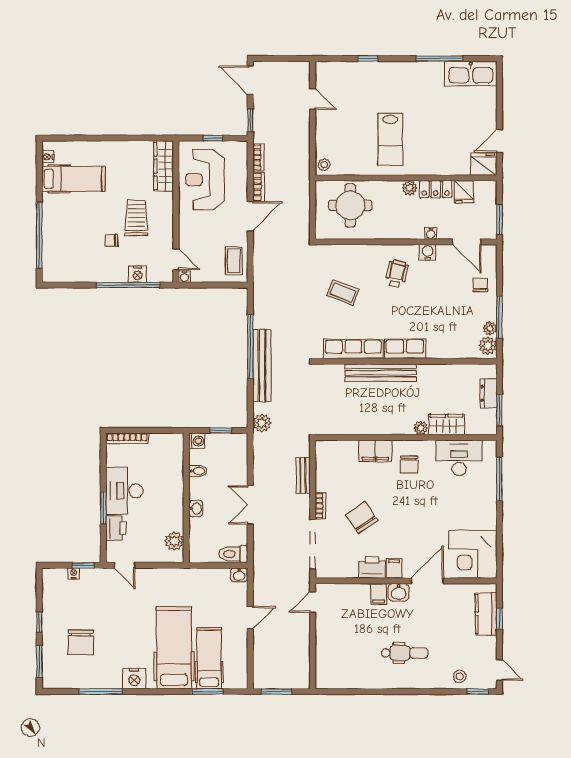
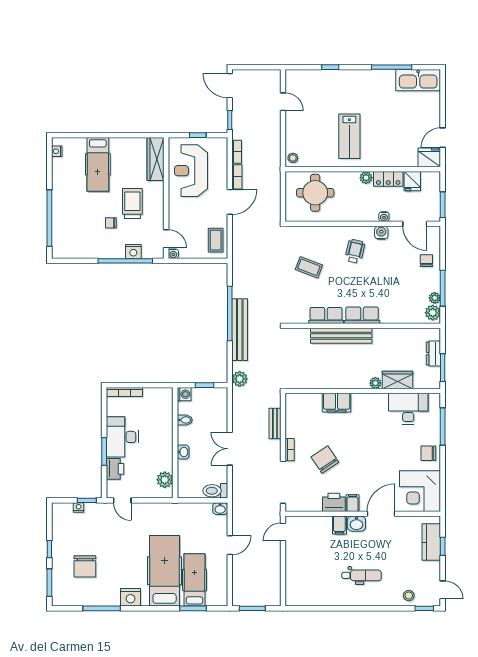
hospital bed: (74, 179) -> (98, 164), moved, turned 90
row of seats: (353, 349) -> (326, 315), width x0.68
chair: (409, 464) -> (428, 453), moved, turned 90

